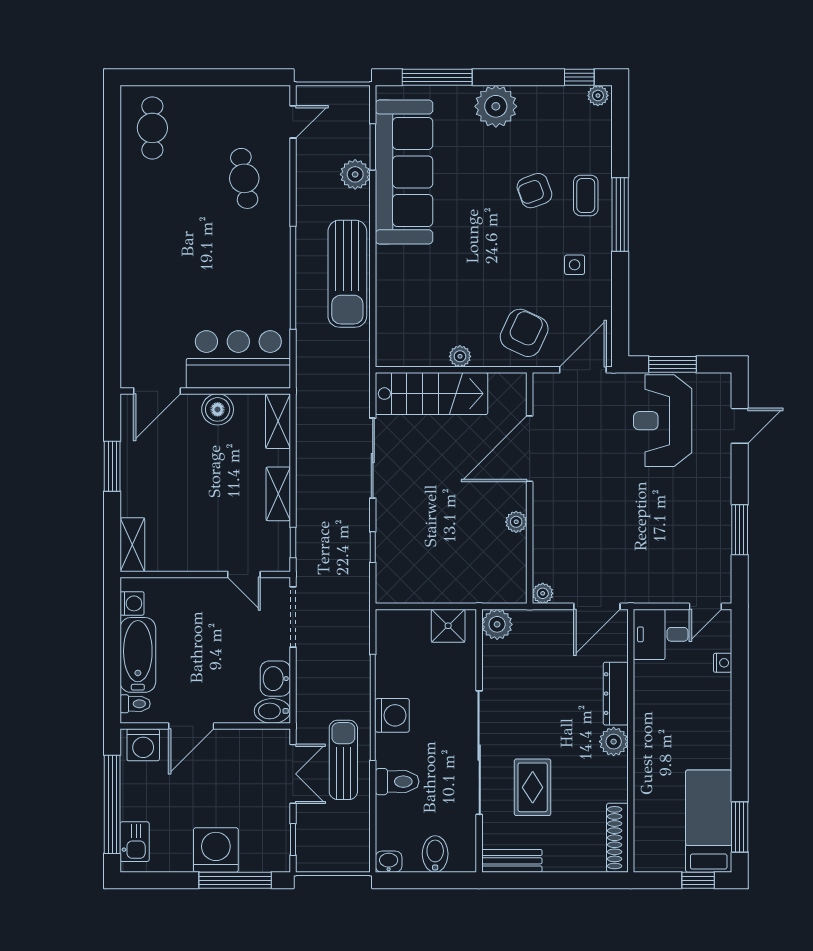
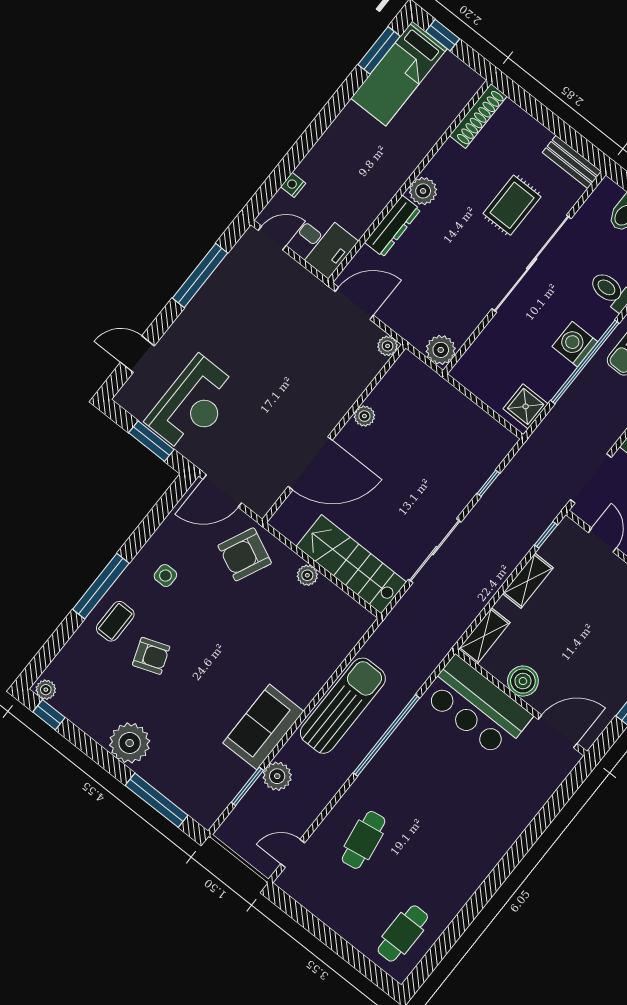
sofa: (404, 172) -> (263, 727), width x0.54, depth x0.79
window: (740, 530) -> (200, 275), width x1.44
shower: (448, 626) -> (526, 406), moved

